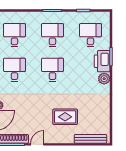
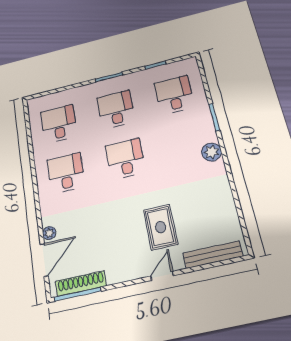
printer: (102, 61) -> (202, 127), removed
rug: (65, 117) -> (161, 227), turned 90
door: (37, 144) -> (162, 276), moved

